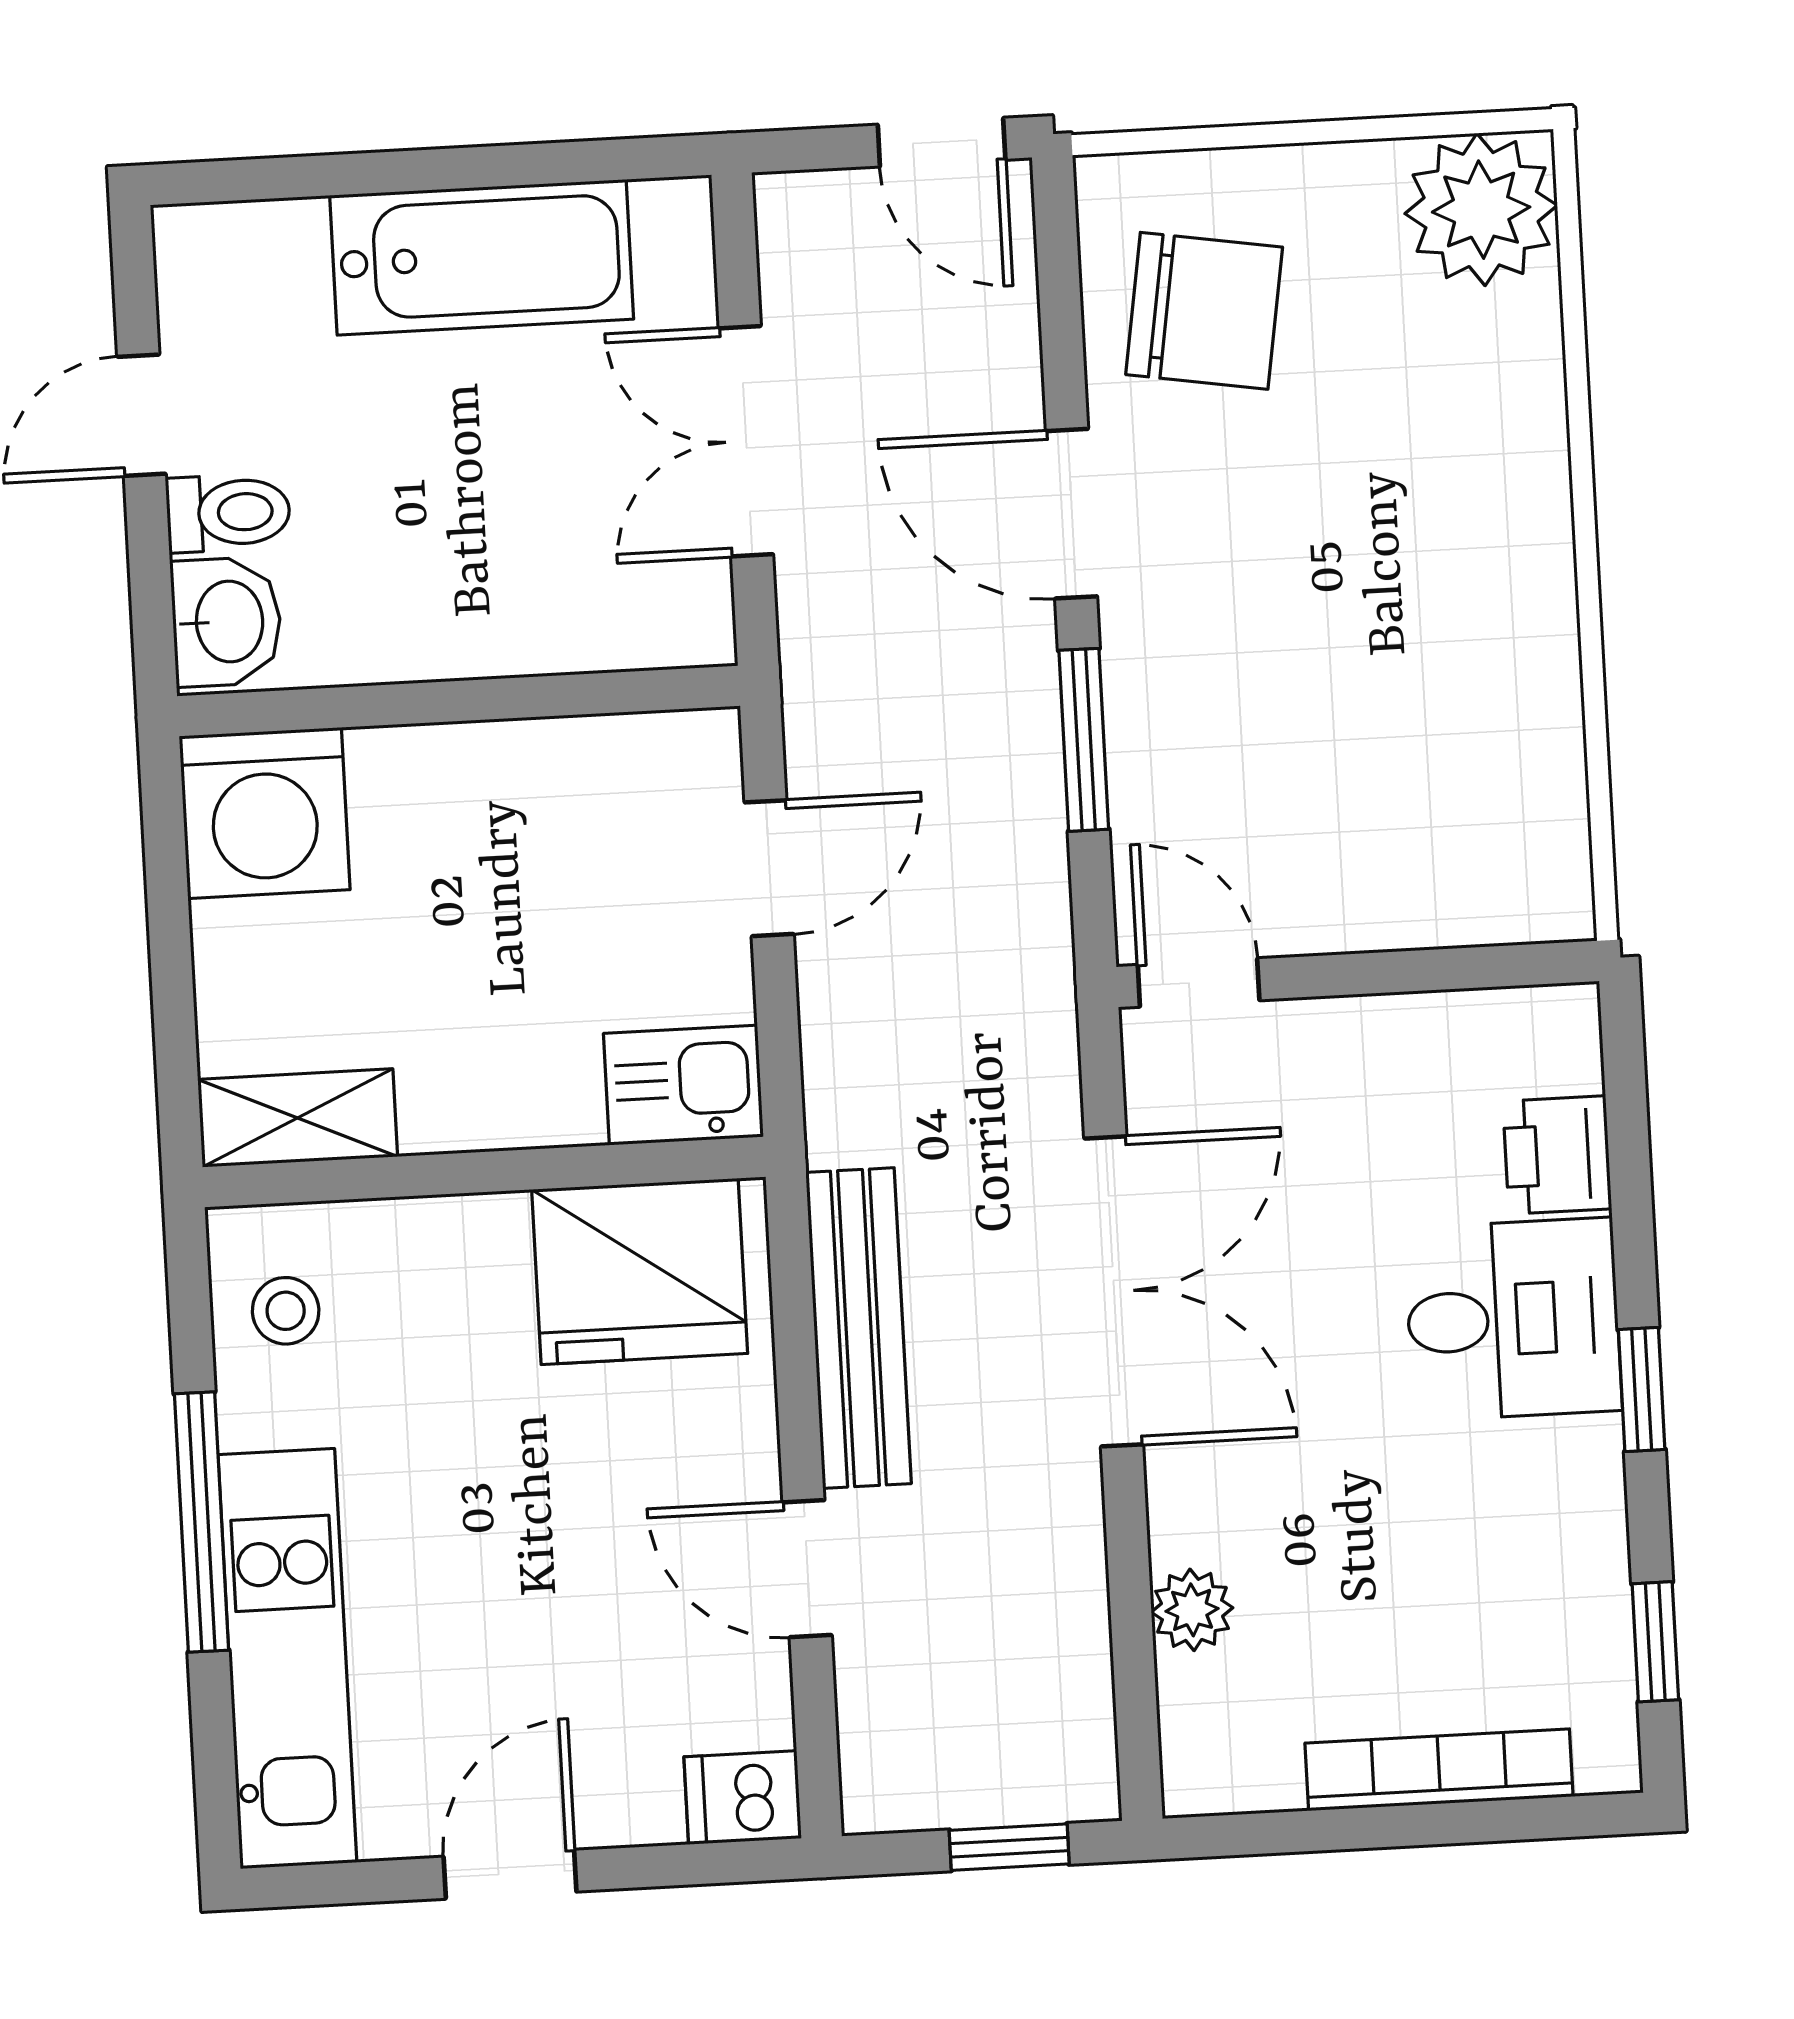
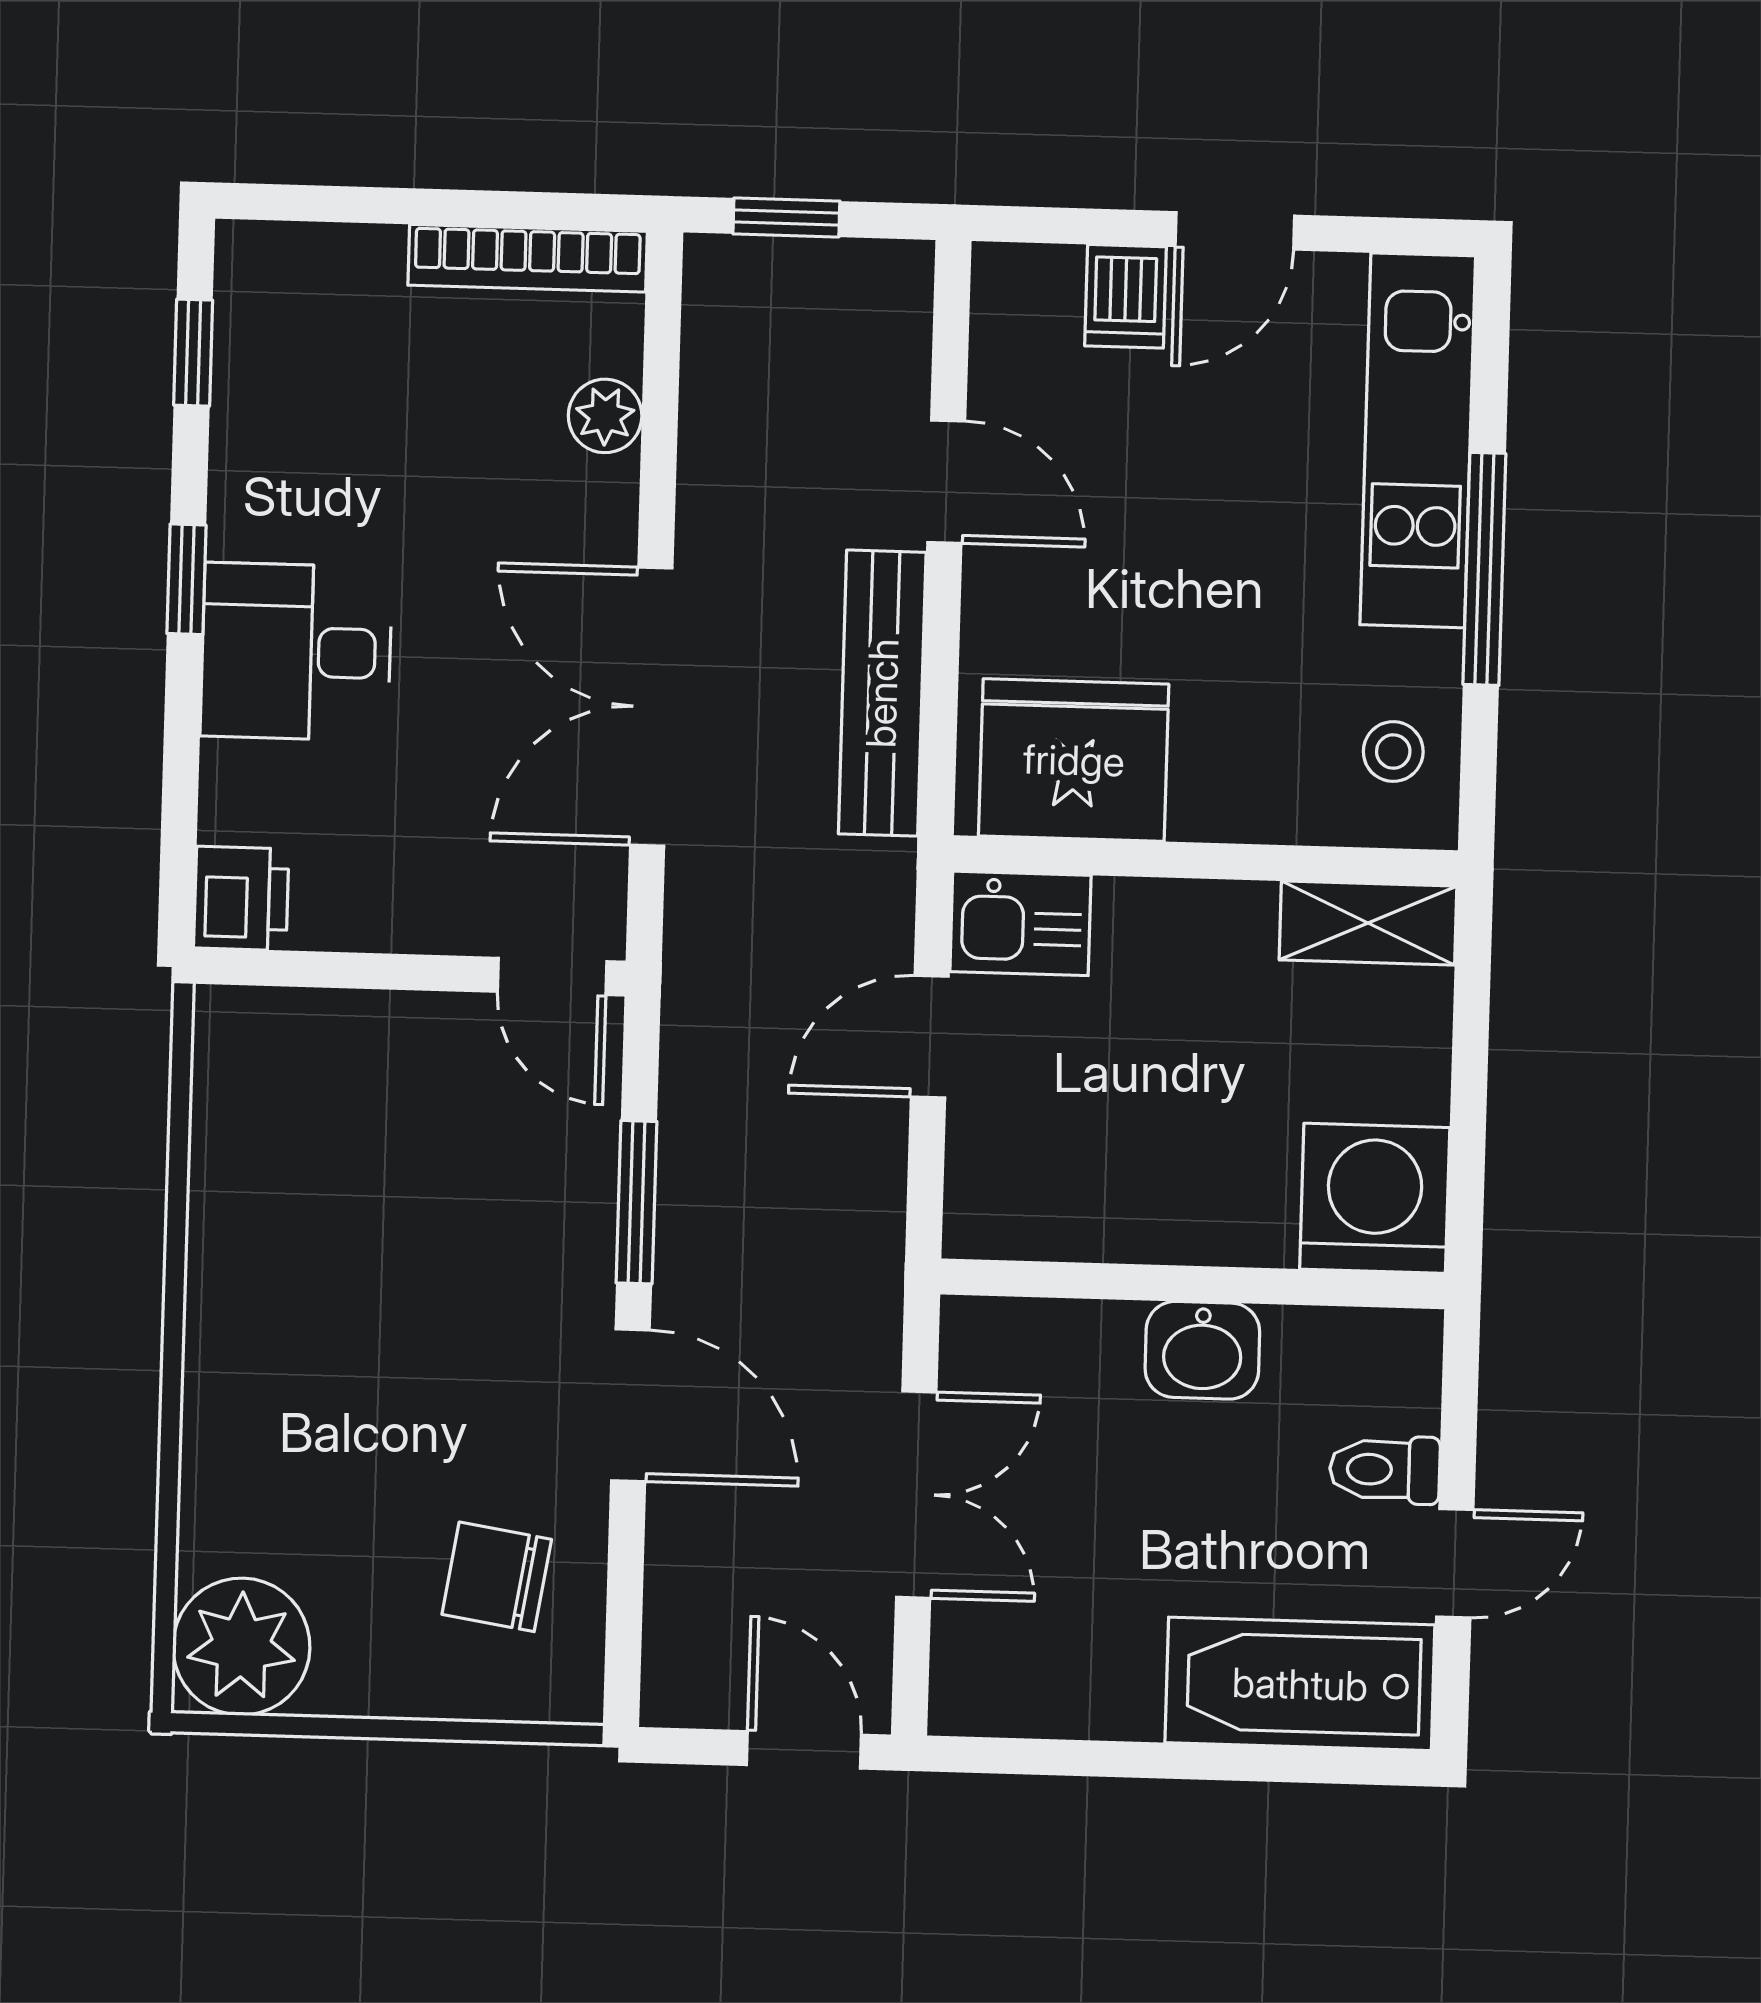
door: (942, 142) -> (804, 1750), moved
bathtub: (482, 257) -> (1300, 1684), moved
chair: (1204, 311) -> (497, 1577), width x0.73, depth x0.73
washbasin: (226, 622) -> (1202, 1350), moved, turned -90
door: (769, 868) -> (930, 1037), moved
printer: (1557, 1155) -> (241, 898), moved
bookcase: (1439, 1770) -> (528, 258), moved
dishwasher: (743, 1798) -> (1125, 296), moved, turned 90

